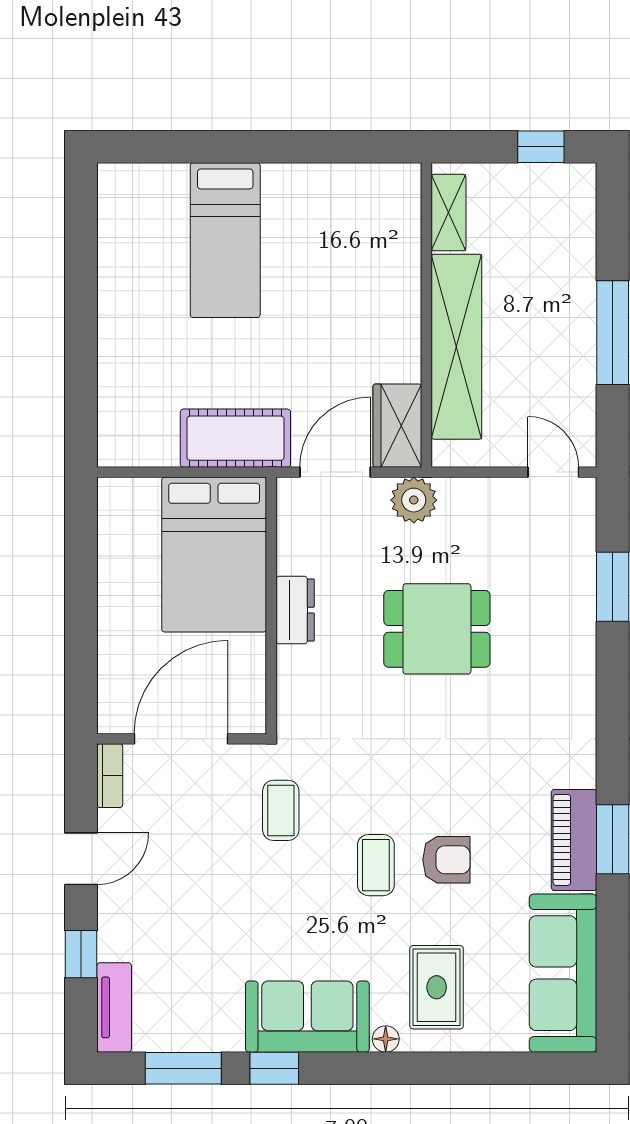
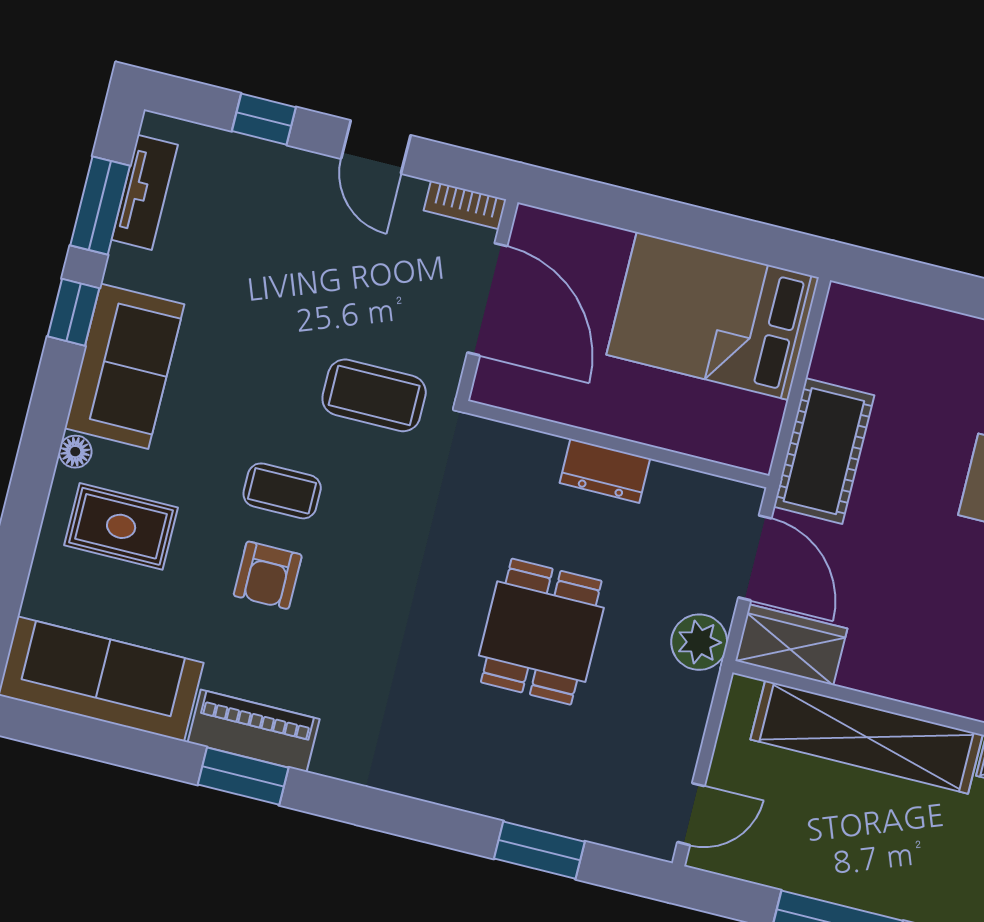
bed: (214, 555) -> (713, 316), moved
coffee table: (281, 810) -> (374, 395), width x1.36, depth x1.30
tv unit: (114, 1007) -> (145, 192), moved, turned -90

